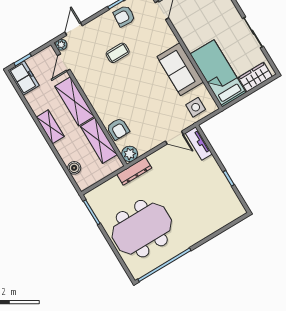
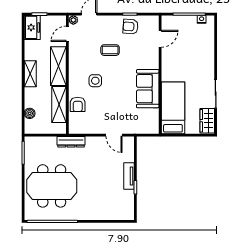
wardrobe: (255, 77) -> (207, 121), moved, turned -90
side table: (196, 107) -> (95, 81), moved
tv unit: (199, 143) -> (129, 176), moved
plant: (130, 154) -> (75, 127), removed

